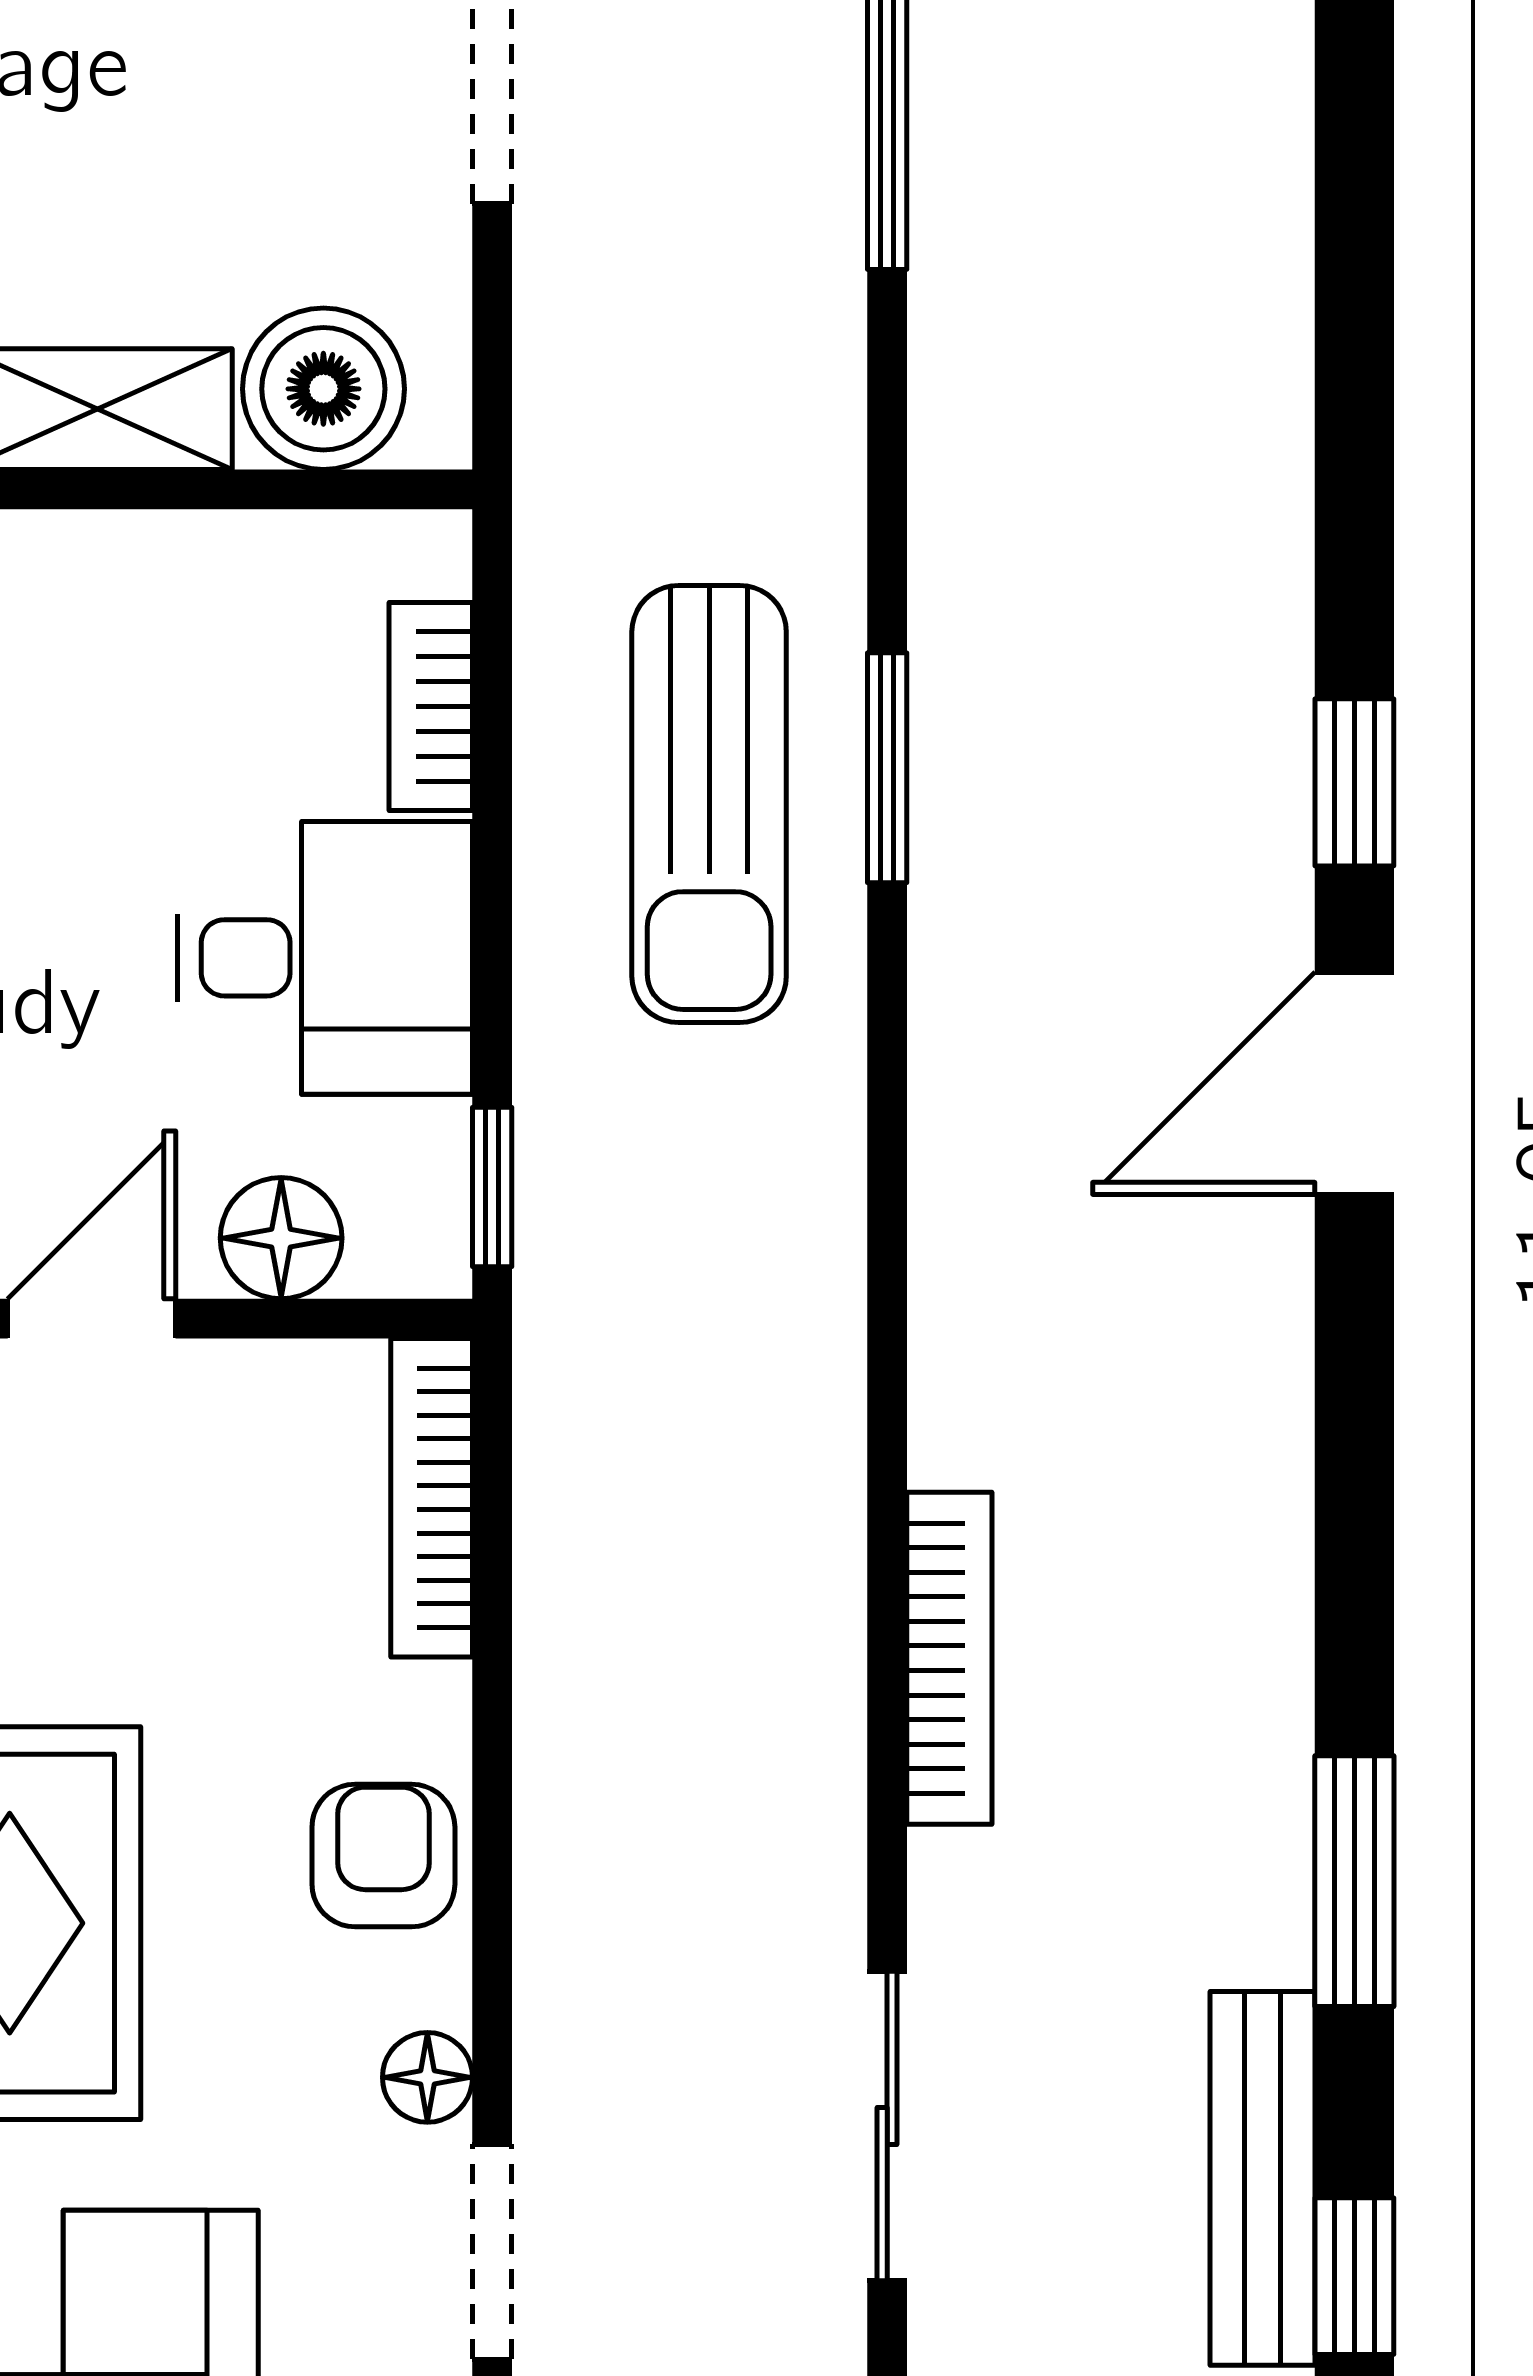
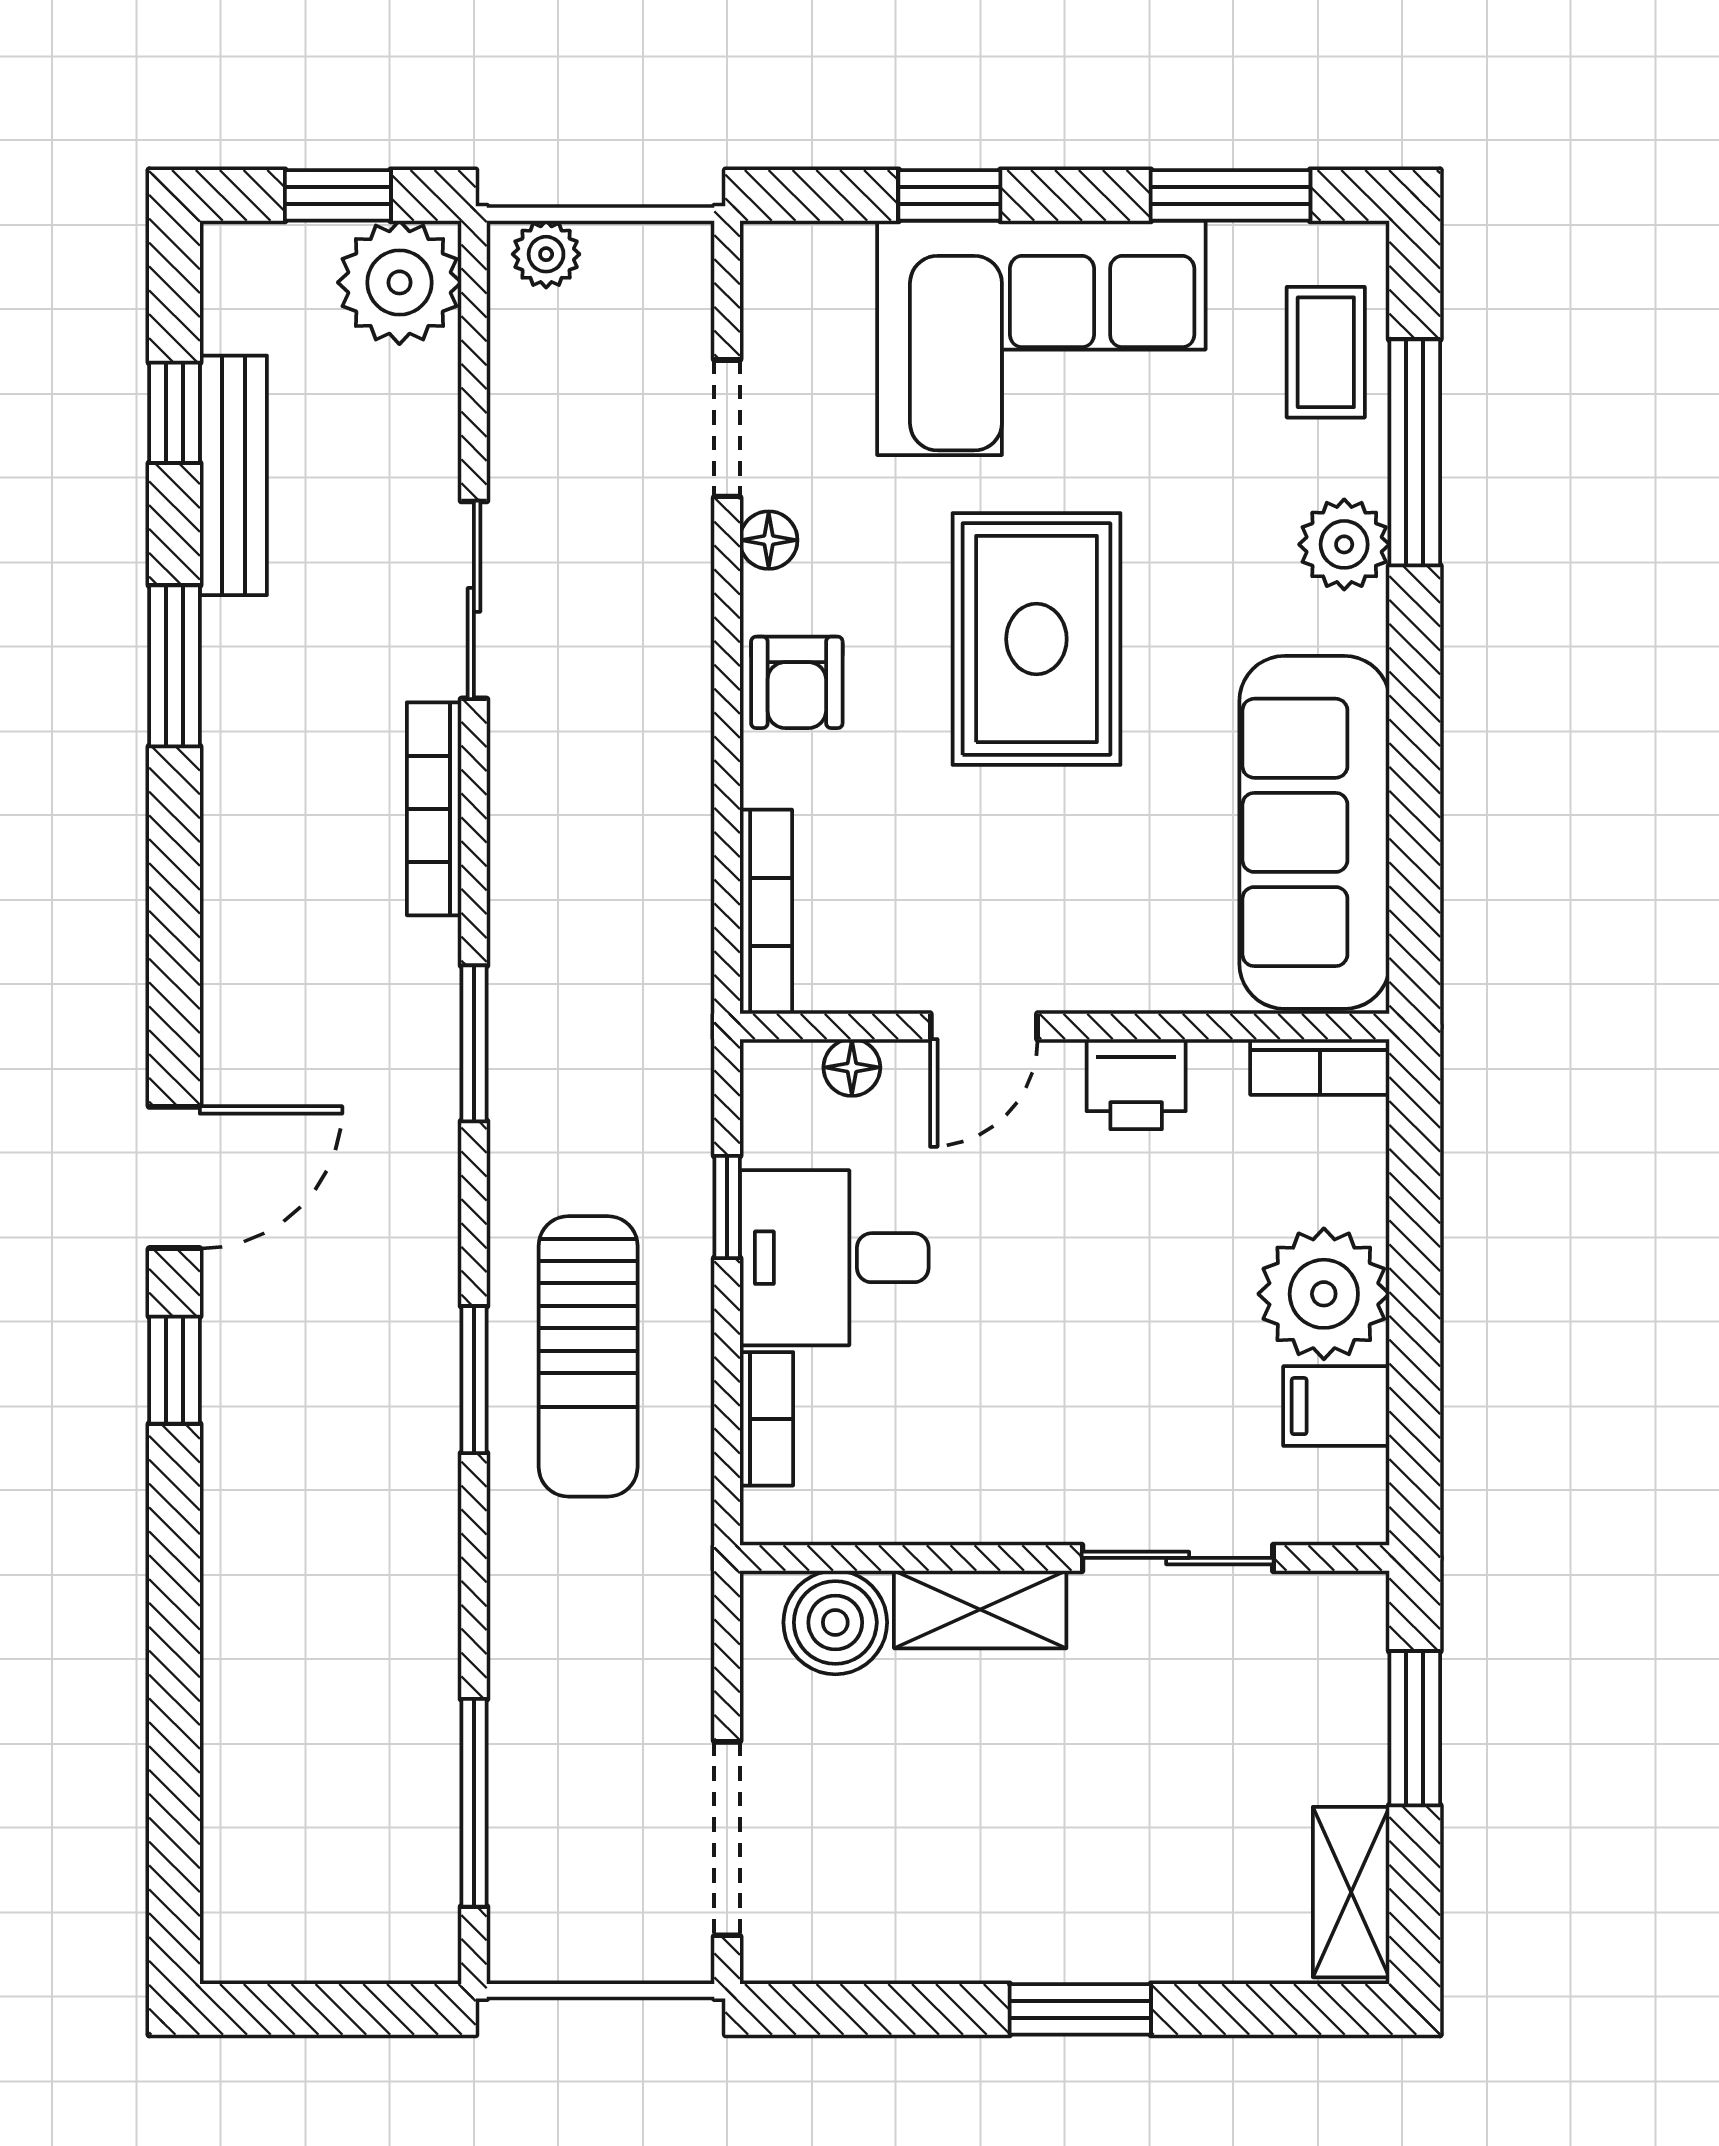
sun lounger: (709, 804) -> (588, 1356), turned 180
window: (492, 1187) -> (727, 1207), moved
floor lamp: (281, 1238) -> (852, 1067), width x0.73, depth x0.73
window: (887, 1292) -> (474, 1043), added
sliding door: (887, 2126) -> (474, 600), moved

